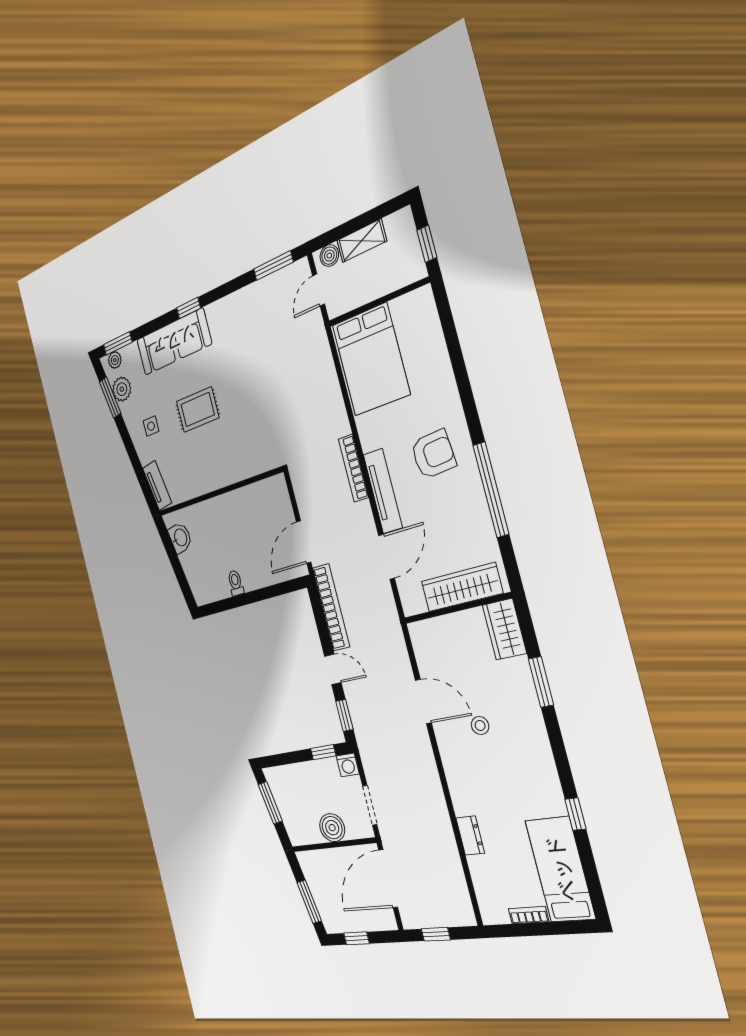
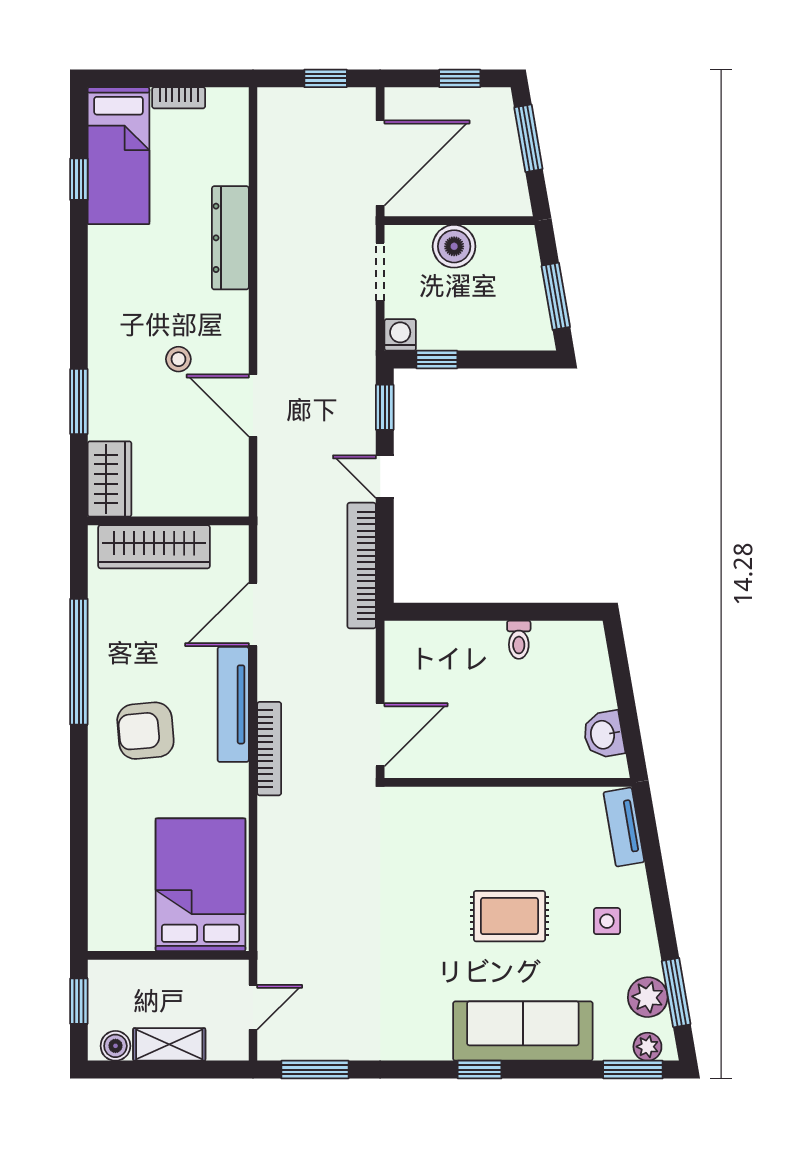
boiler: (329, 256) -> (115, 1046), moved
door: (304, 542) -> (380, 735), moved
window: (575, 814) -> (79, 179), moved
dresser: (470, 835) -> (230, 238), width x1.96, depth x1.24

